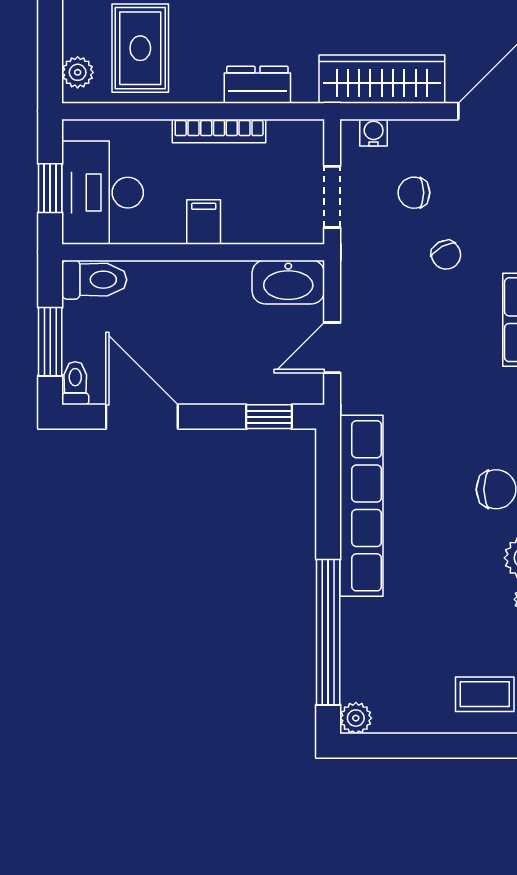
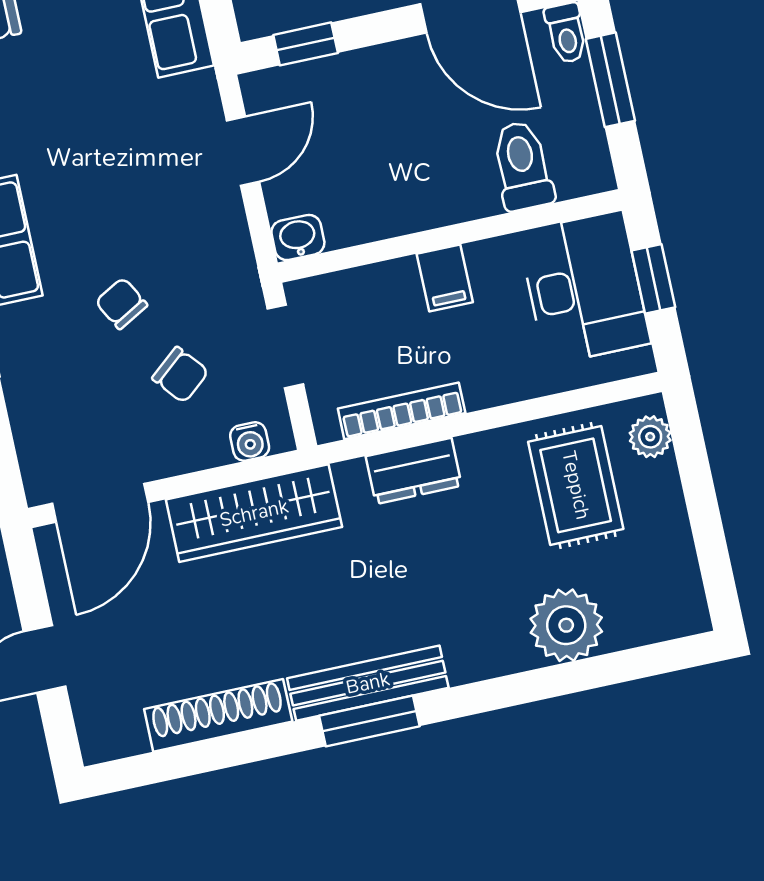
bookcase: (219, 131) -> (402, 411), moved
chair: (414, 193) -> (180, 375), turned 50
toilet: (94, 280) -> (522, 166), moved, turned 90
washbasin: (288, 282) -> (298, 237), width x0.52, depth x0.69

